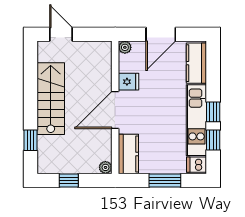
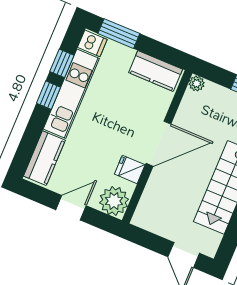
door: (161, 34) -> (71, 208), width x0.73
plant: (125, 47) -> (114, 201), width x1.87, depth x1.87
kitchen counter: (128, 154) -> (156, 71), moved, turned -90
window: (165, 180) -> (119, 34), moved

